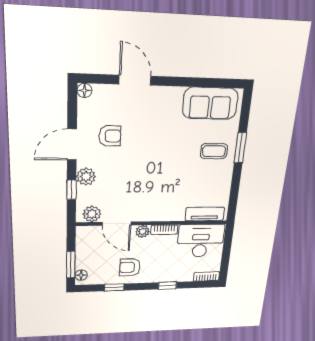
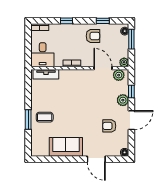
sofa: (210, 103) -> (66, 147), moved
plant: (143, 232) -> (124, 62), moved
desk: (201, 241) -> (43, 55), width x0.73

